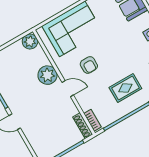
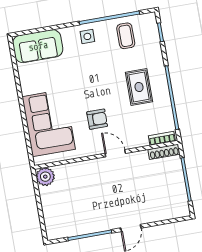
plant: (47, 75) -> (91, 171), removed
door: (68, 89) -> (115, 153), hinge flipped

